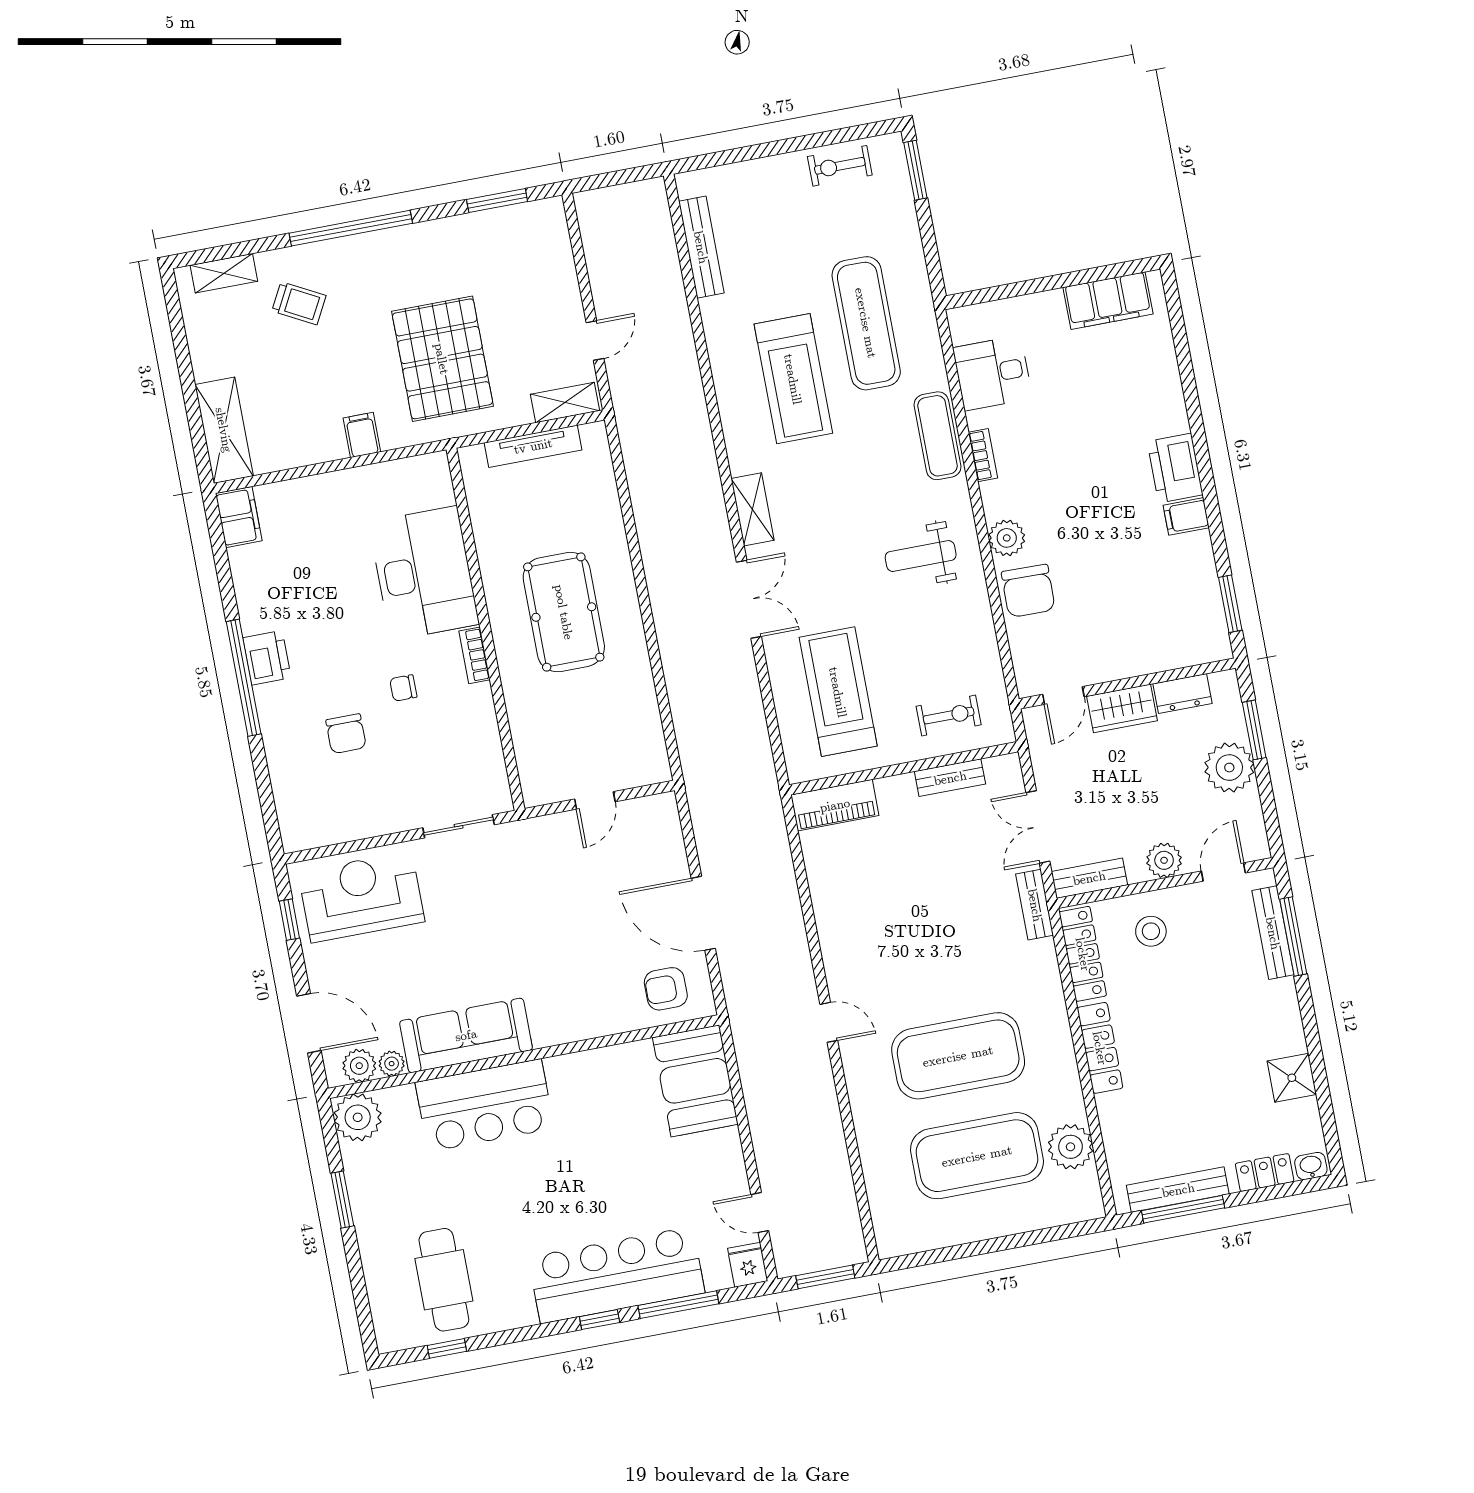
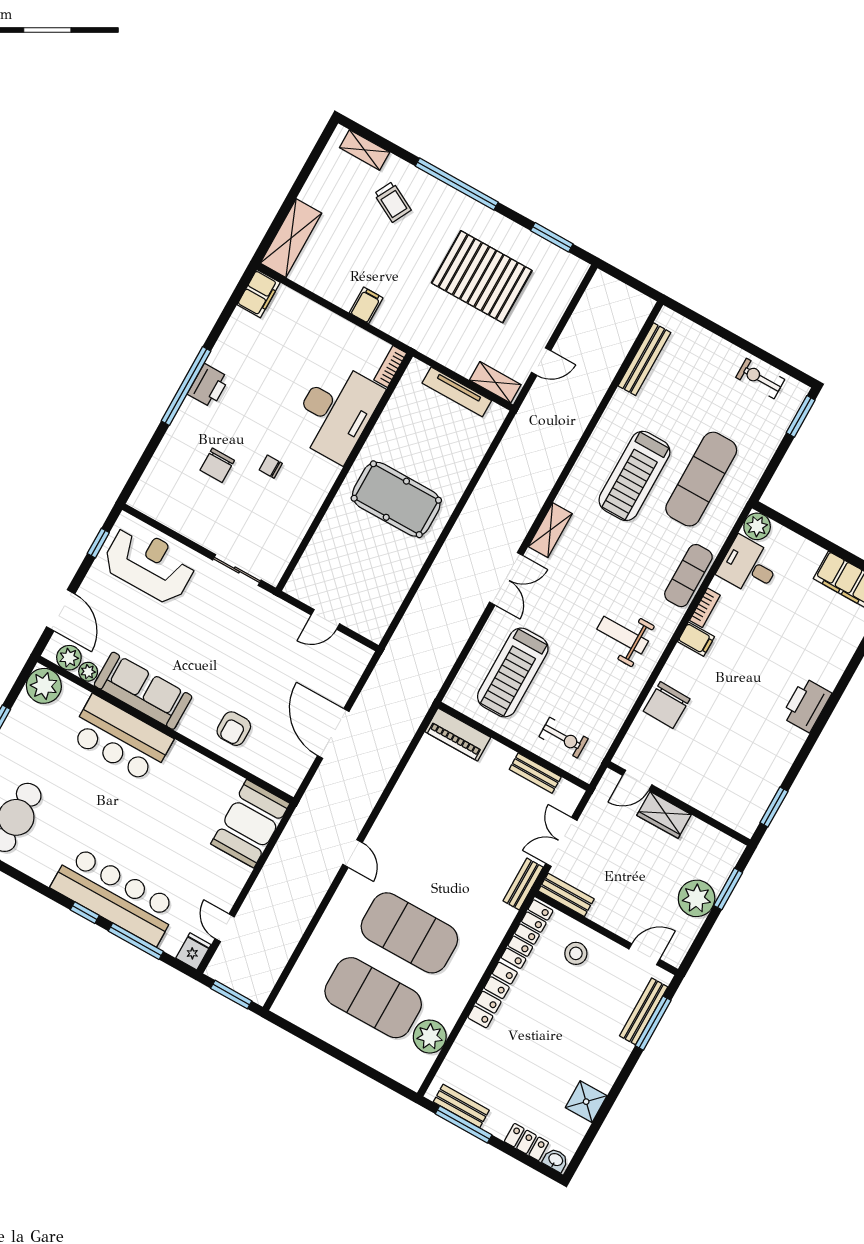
pallet: (442, 359) -> (482, 277), moved, turned 90
filing cabinet: (1186, 516) -> (696, 639), moved, turned 180
plant: (1007, 538) -> (757, 526), moved
pool table: (564, 612) -> (396, 499), turned 90
bookcase: (474, 655) -> (390, 367), moved
treadmill: (838, 692) -> (513, 672), turned 180
dresser: (1183, 694) -> (705, 835), removed
plant: (1164, 860) -> (616, 920), removed
armchair: (666, 989) -> (234, 729), moved, turned -90
bench: (1178, 1190) -> (461, 1106), width x0.73

